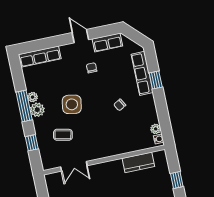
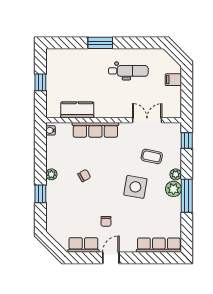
door: (80, 36) -> (111, 258), swing flipped
row of seats: (142, 73) -> (95, 130), moved, turned 90
plant: (33, 97) -> (176, 174), moved
plant: (156, 129) -> (51, 174), moved
window: (32, 143) -> (187, 141), moved

